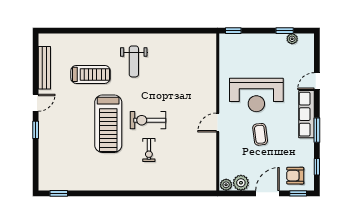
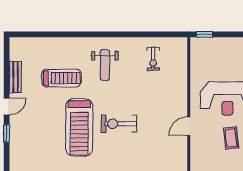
bench: (44, 68) -> (15, 77), width x0.73
exercise bike: (149, 150) -> (153, 59), moved

